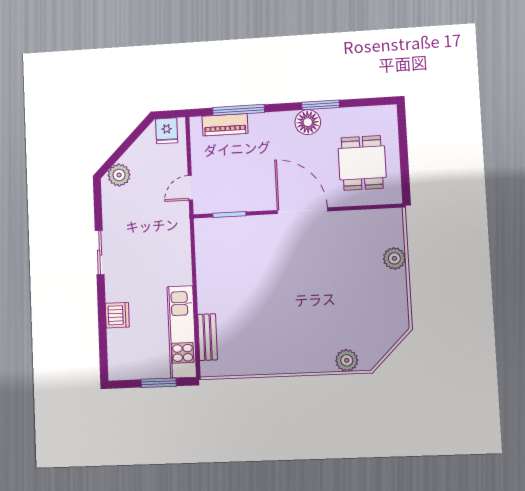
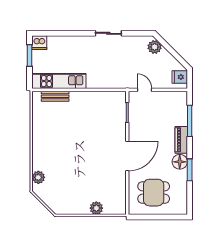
piano: (225, 125) -> (181, 140), moved
dishwasher: (117, 315) -> (39, 43), moved
window: (159, 383) -> (29, 56), moved

